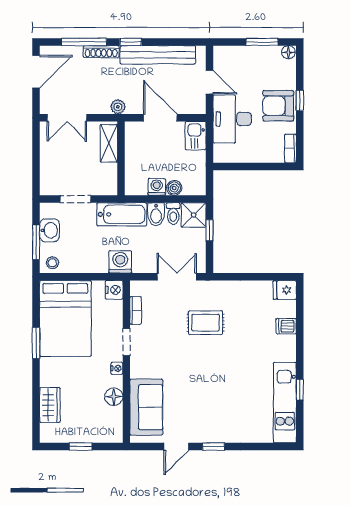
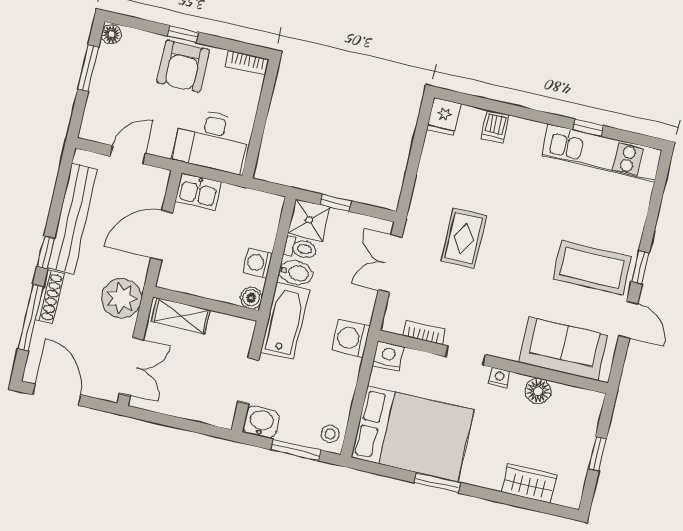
plant: (118, 107) -> (122, 298), width x1.87, depth x1.87
desk: (232, 119) -> (212, 141), moved
boiler: (174, 188) -> (251, 298), moved
washbasin: (49, 230) -> (261, 422), moved
coffee table: (206, 414) -> (592, 268), added

